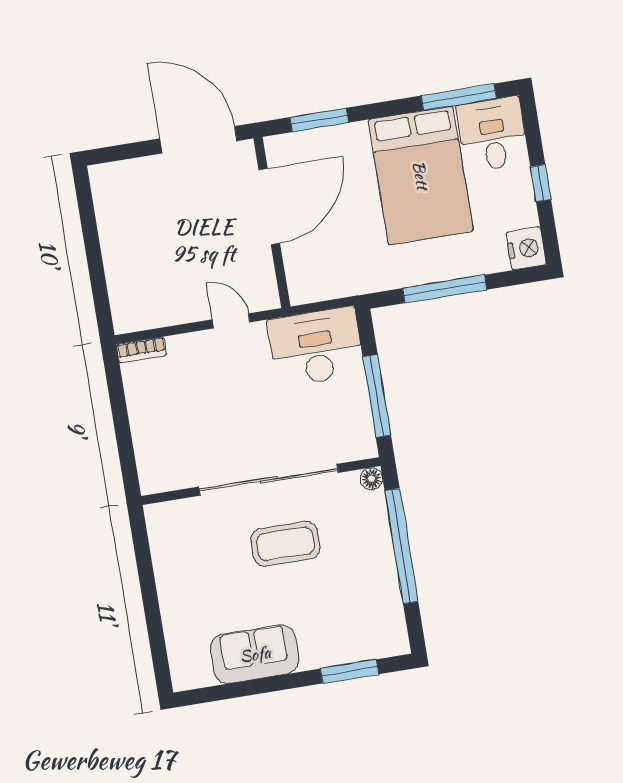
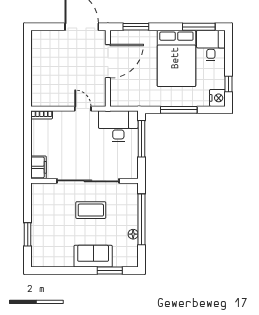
window: (541, 183) -> (228, 84), moved
window: (377, 396) -> (141, 139), moved
filing cabinet: (154, 468) -> (39, 167), added
floor lamp: (371, 479) -> (133, 234), moved
window: (154, 621) -> (28, 234), added
sofa: (255, 654) -> (93, 256), moved

